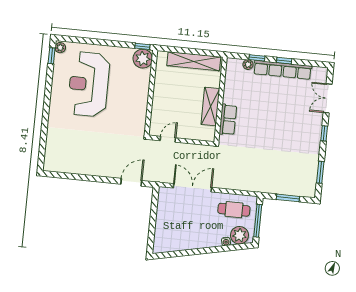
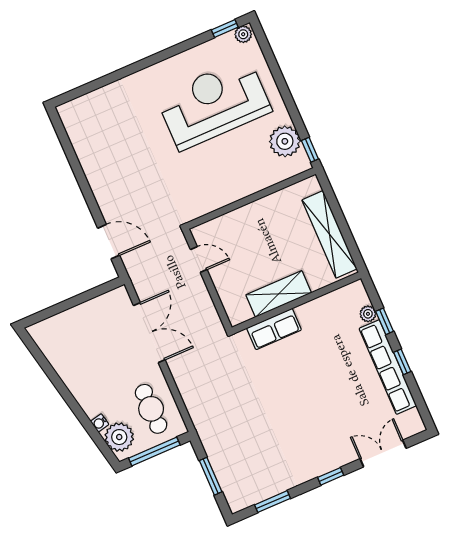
plant: (143, 59) -> (285, 141), moved

